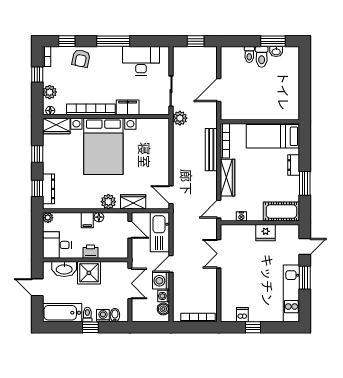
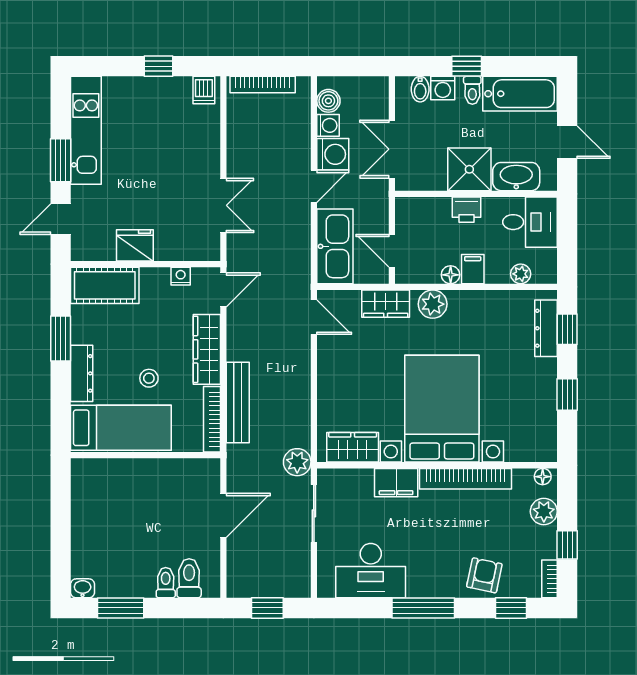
washbasin: (276, 52) -> (83, 588), moved
toilet: (262, 57) -> (189, 578), moved
wardrobe: (56, 126) -> (353, 447), moved
stool: (258, 162) -> (149, 378), added
dresser: (294, 165) -> (82, 373), width x1.44
plant: (48, 218) -> (521, 274), moved
dishwasher: (242, 315) -> (204, 90), moved

